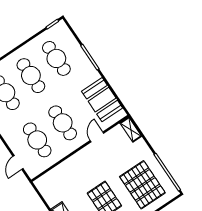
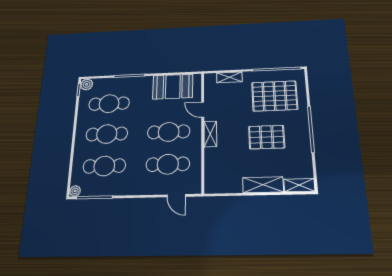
plant: (61, 27) -> (87, 84), added
shelving: (131, 130) -> (229, 77), moved
shelving: (81, 156) -> (210, 134), added

